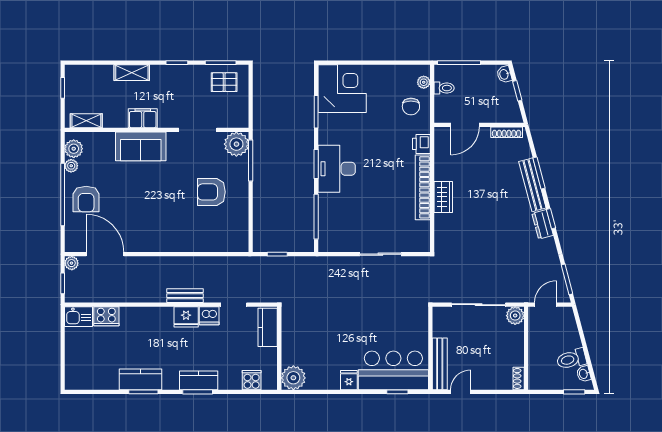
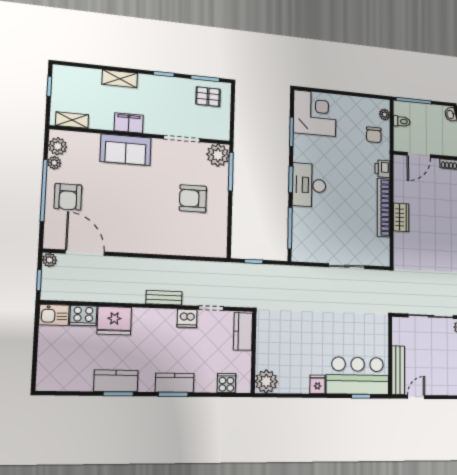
fridge: (186, 317) -> (114, 321), moved, width x1.36, depth x1.34

